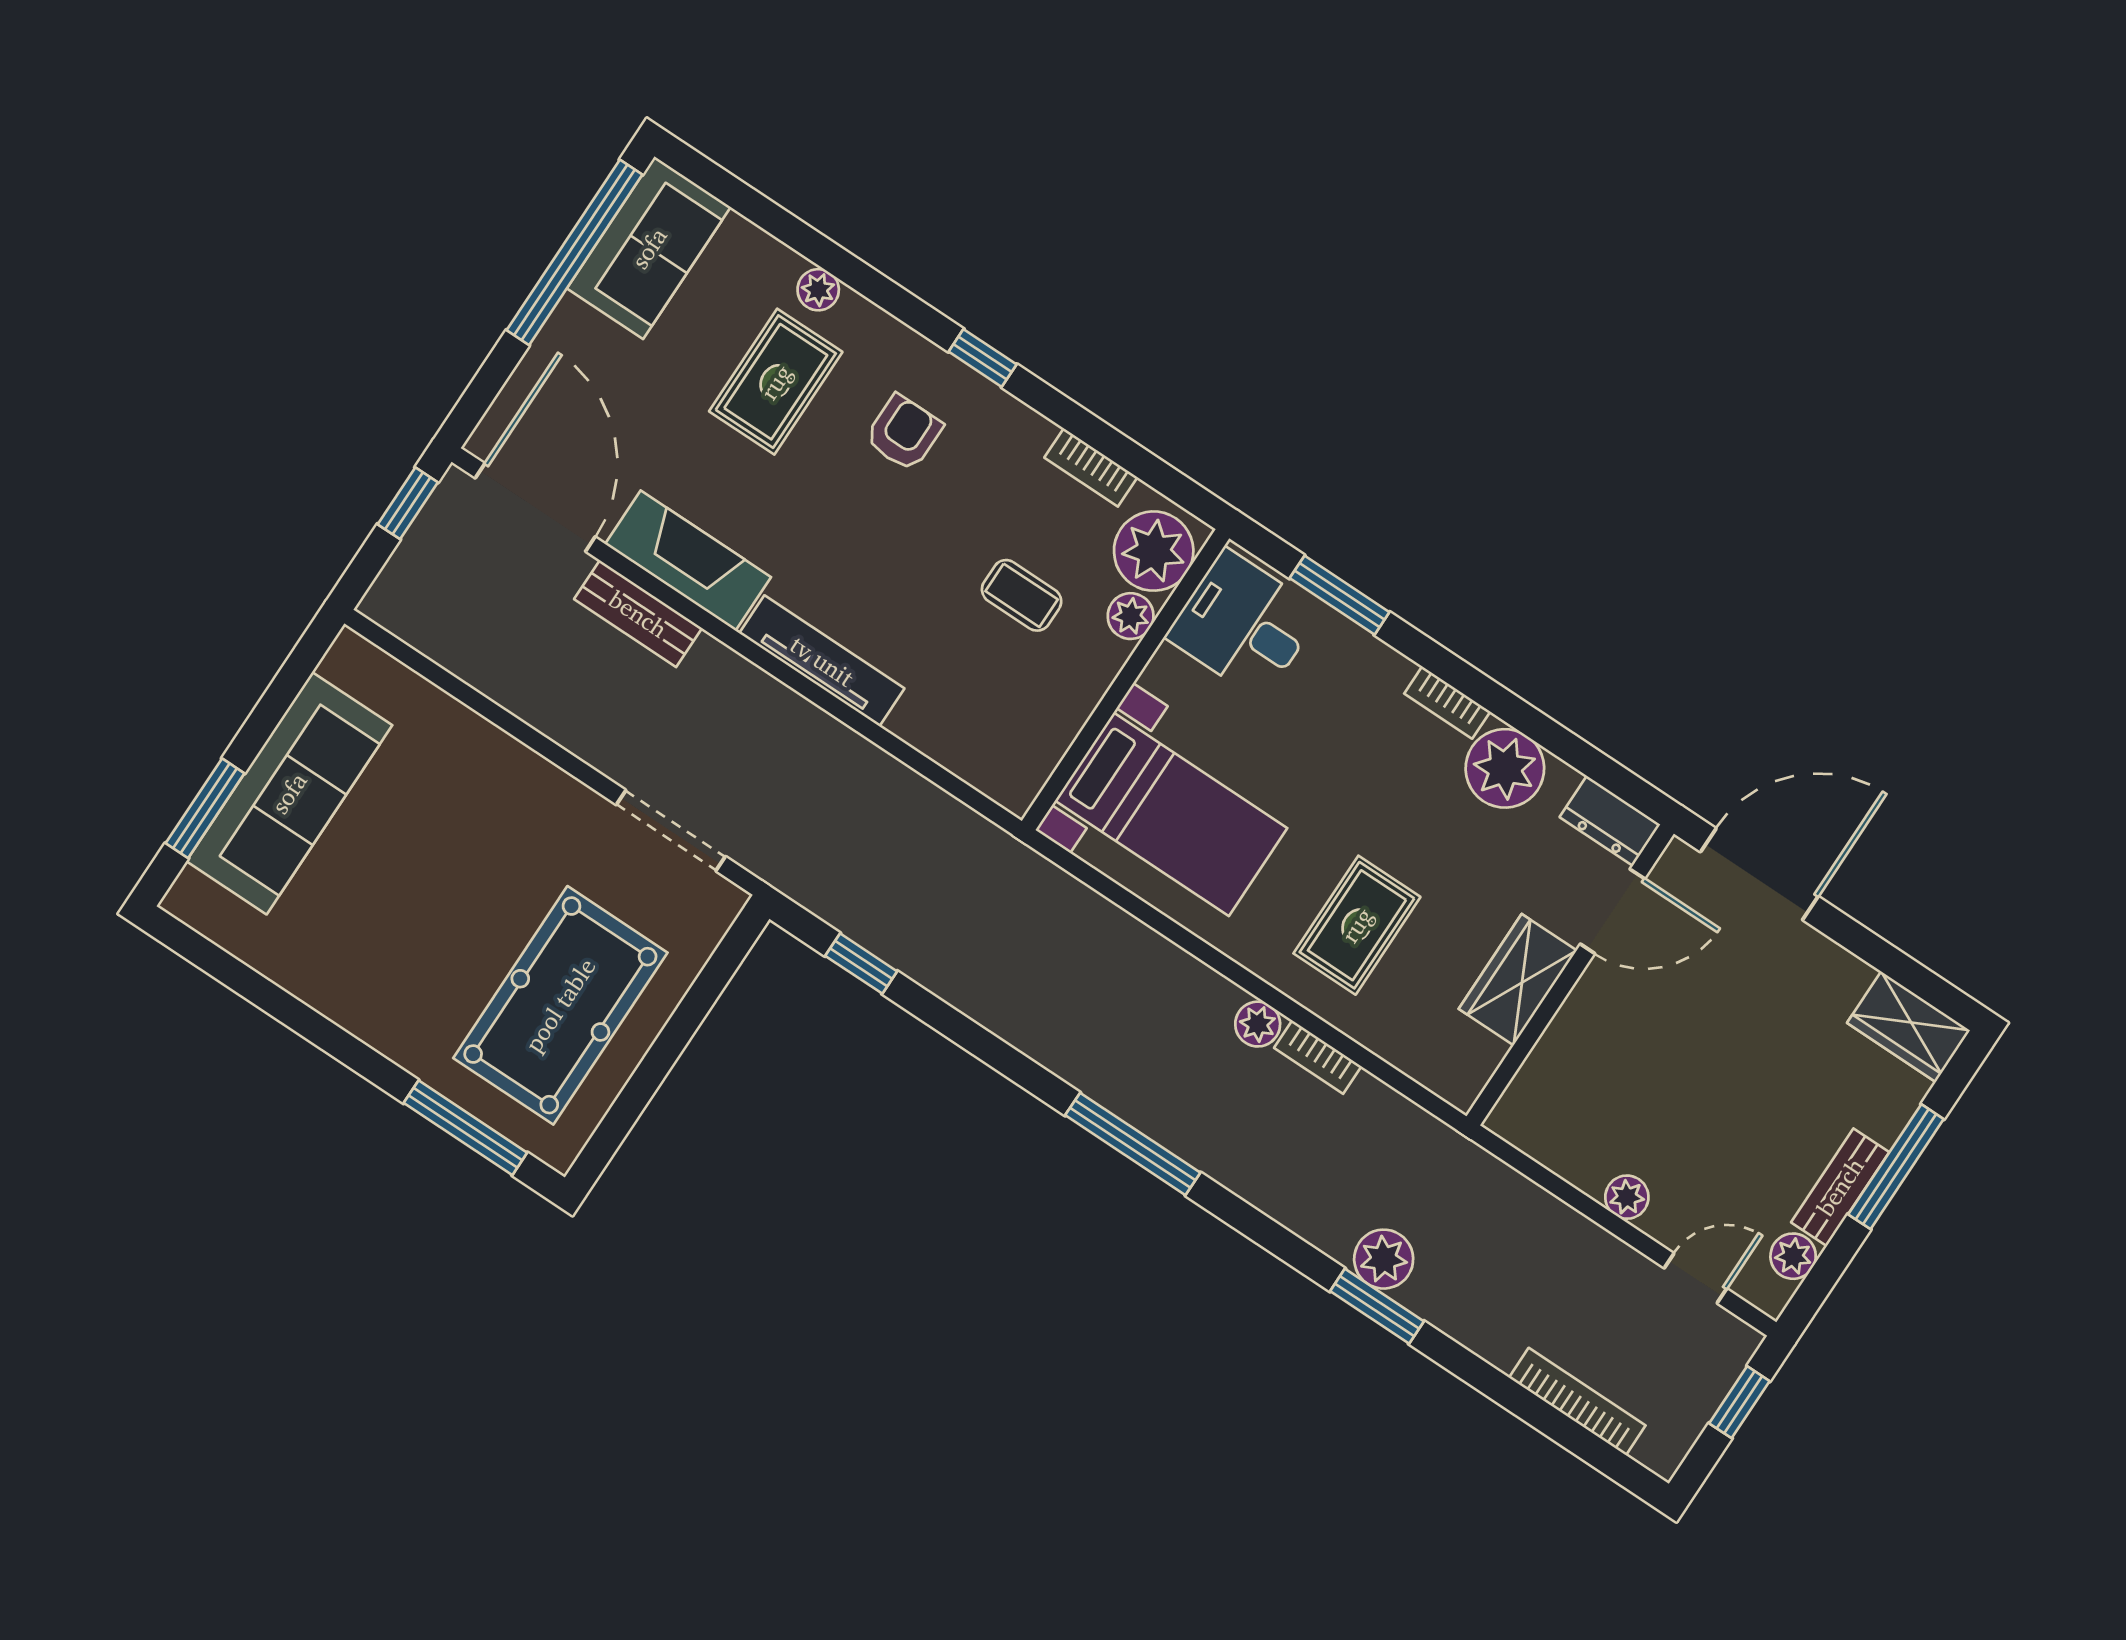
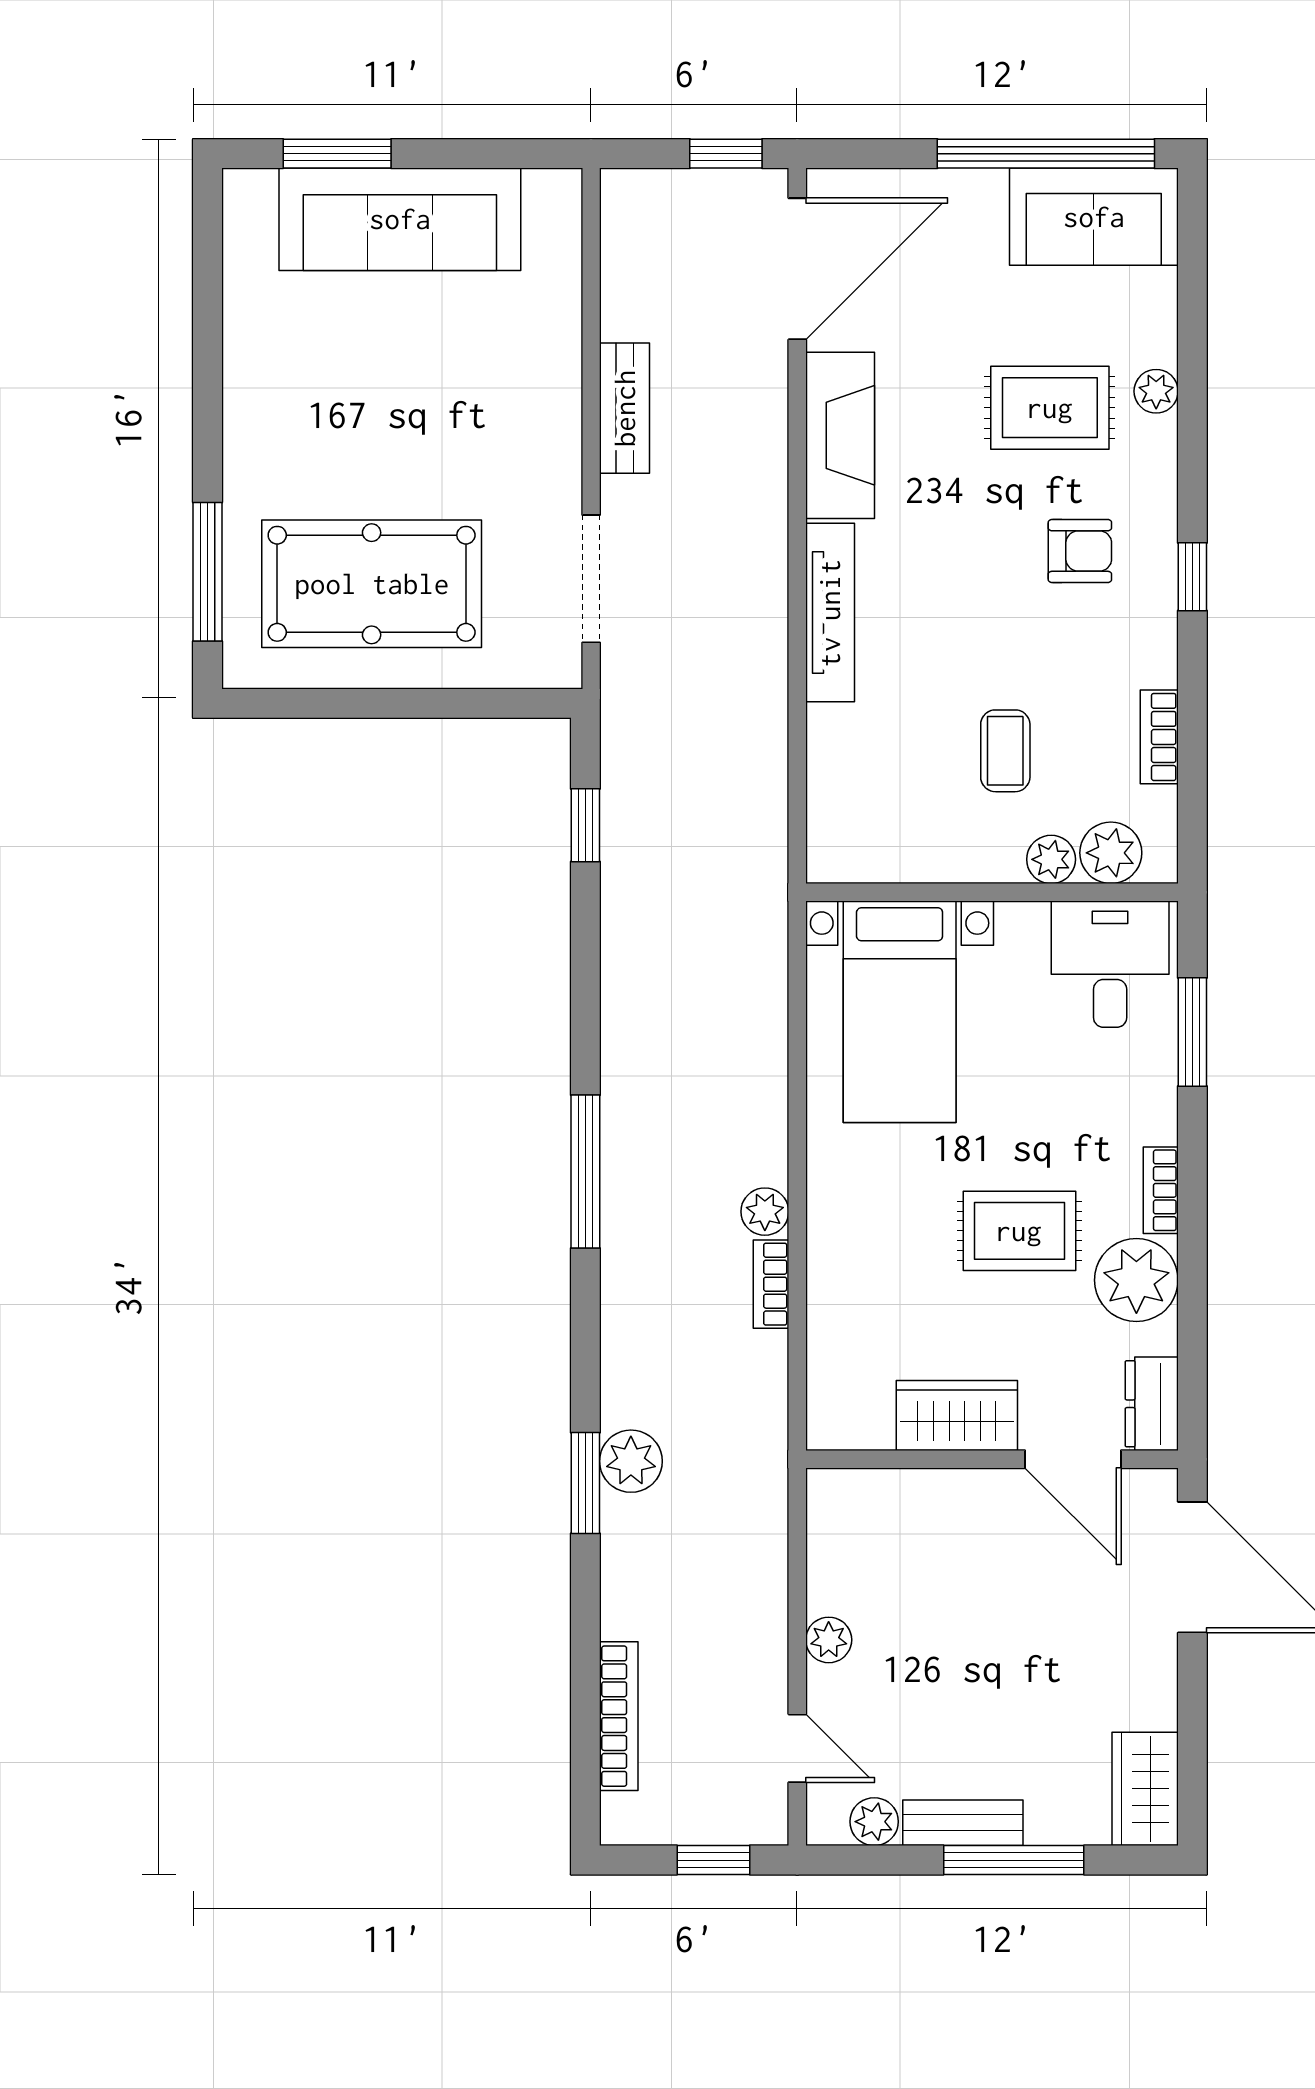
plant: (1154, 551) -> (1111, 853), width x0.73, depth x0.73
bench: (638, 614) -> (625, 408), moved
rug: (1357, 925) -> (1019, 1231), moved

